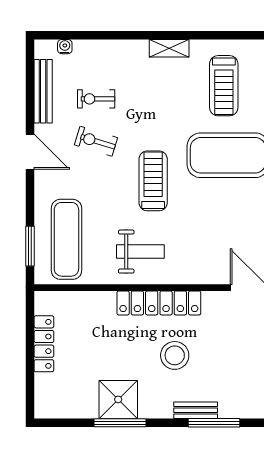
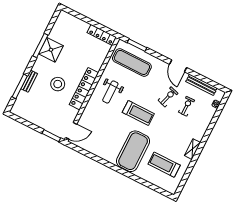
door: (30, 152) -> (178, 66), hinge flipped
locker: (44, 344) -> (102, 35), moved

